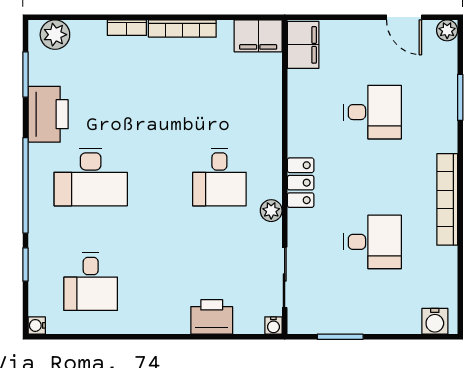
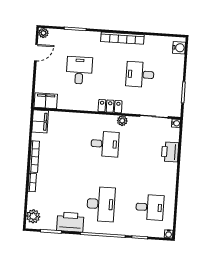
desk: (372, 242) -> (140, 74), turned -90

